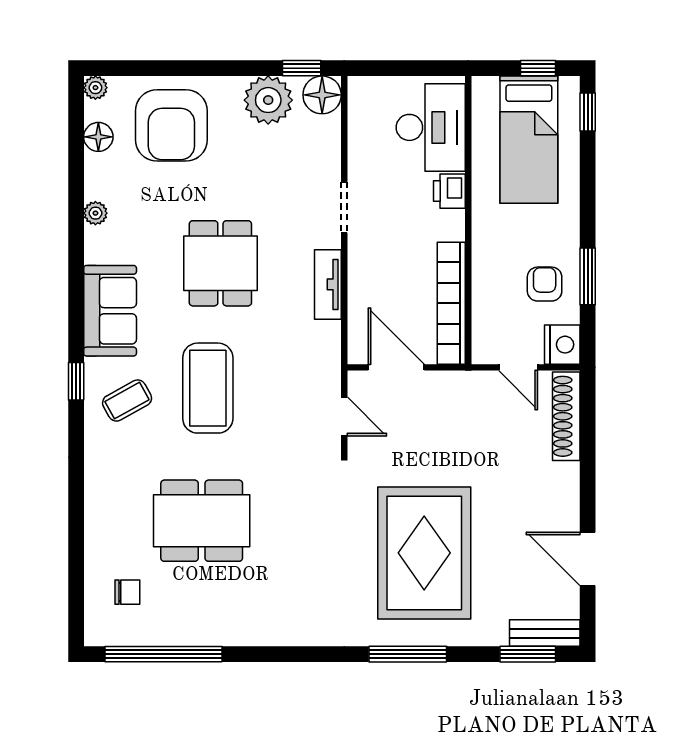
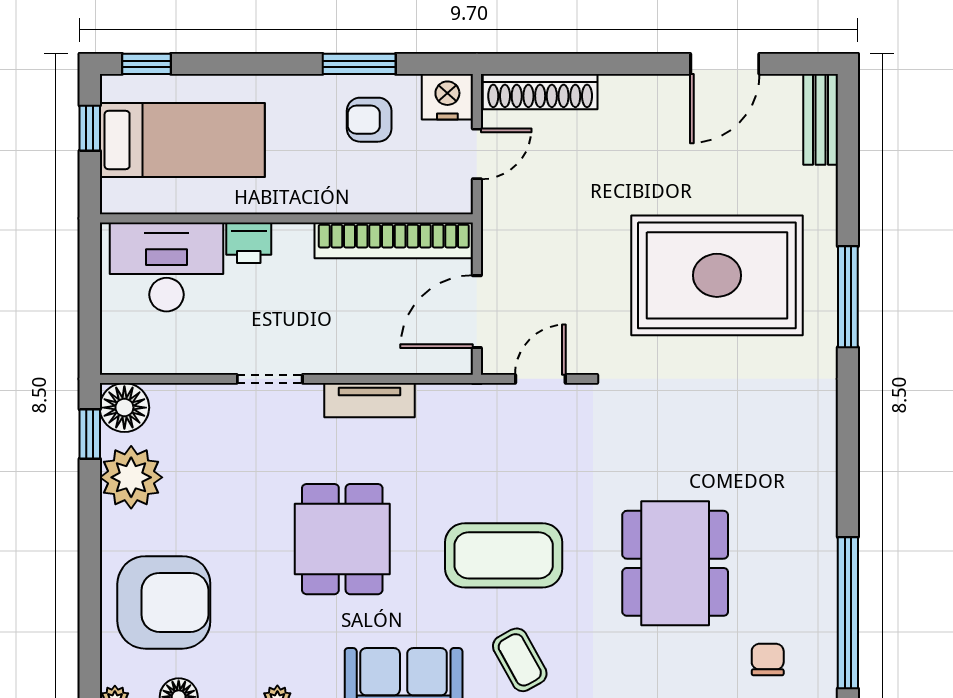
dining table: (220, 263) -> (342, 539), turned 90
window: (528, 654) -> (848, 141), removed

